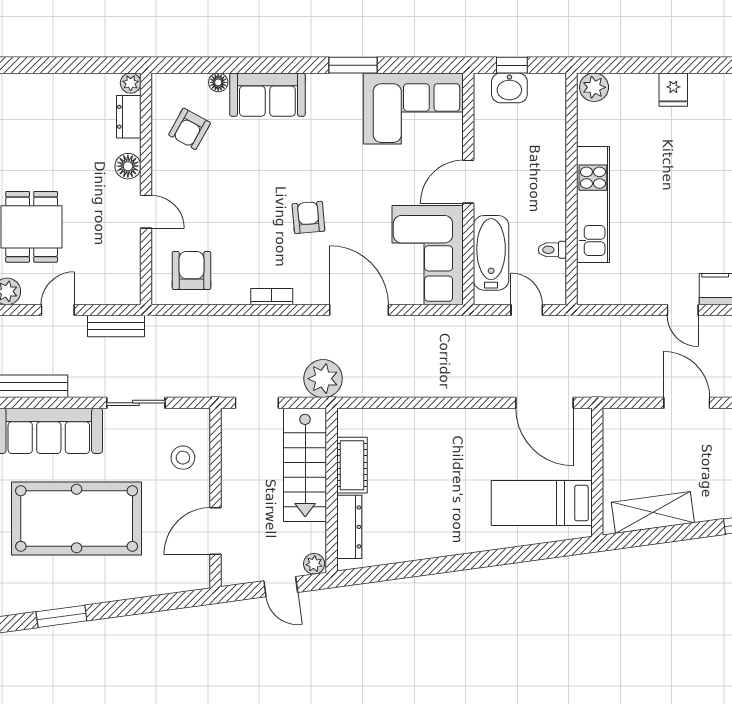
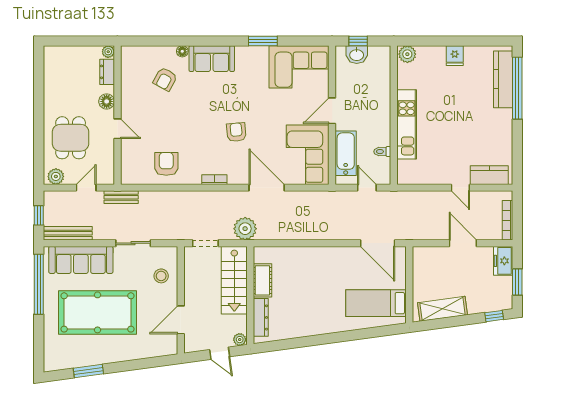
plant: (131, 83) -> (108, 52), moved
dresser: (129, 117) -> (107, 72), moved
floor lamp: (128, 166) -> (107, 101), moved
wall: (146, 189) -> (117, 115), moved
door: (146, 212) -> (117, 129), moved

